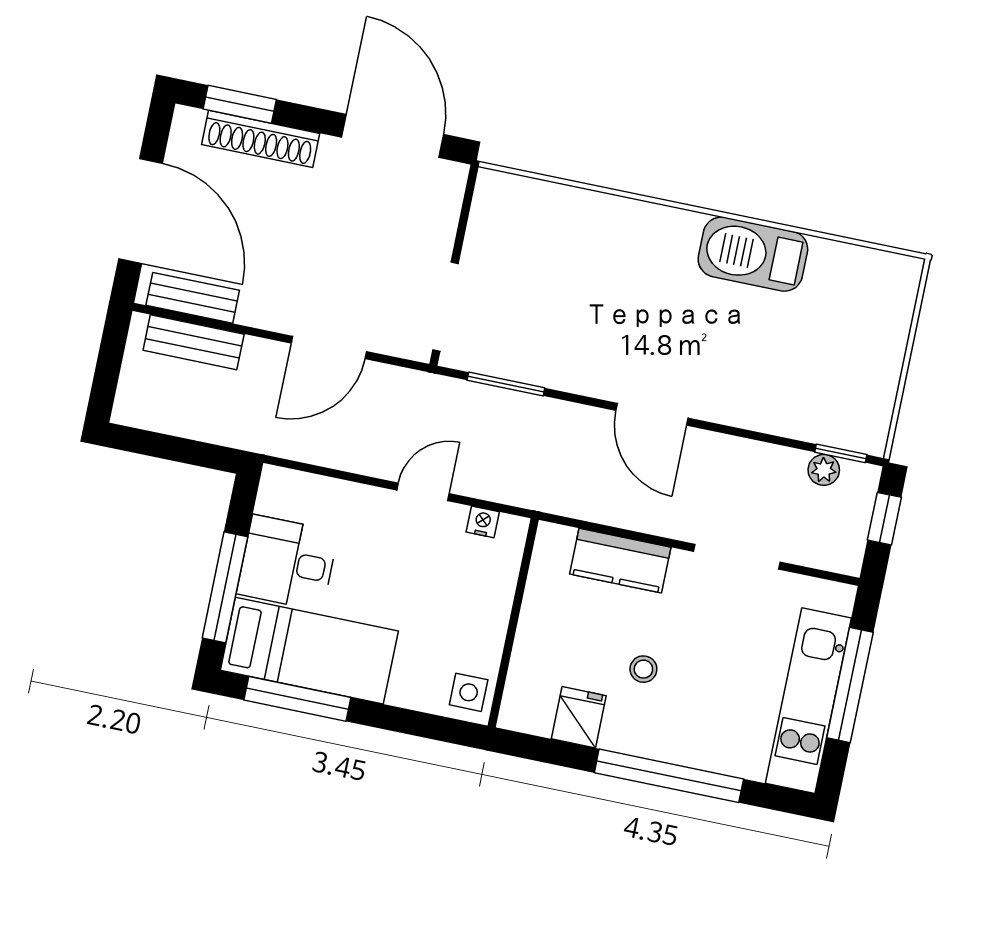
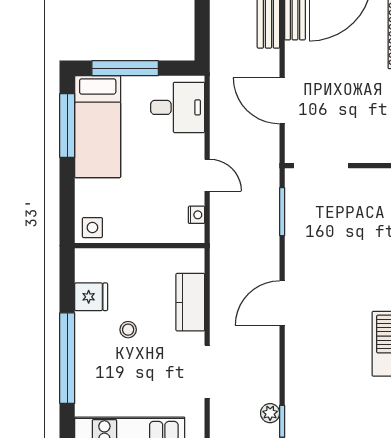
desk: (288, 563) -> (178, 107), moved, turned 90

